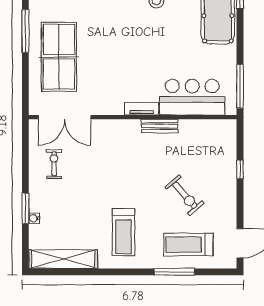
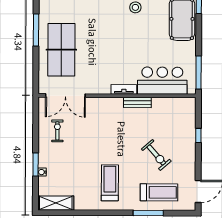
treadmill: (124, 232) -> (110, 183), turned 180
treadmill: (188, 245) -> (159, 192), turned 180
shelving: (63, 259) -> (56, 203), width x0.68

